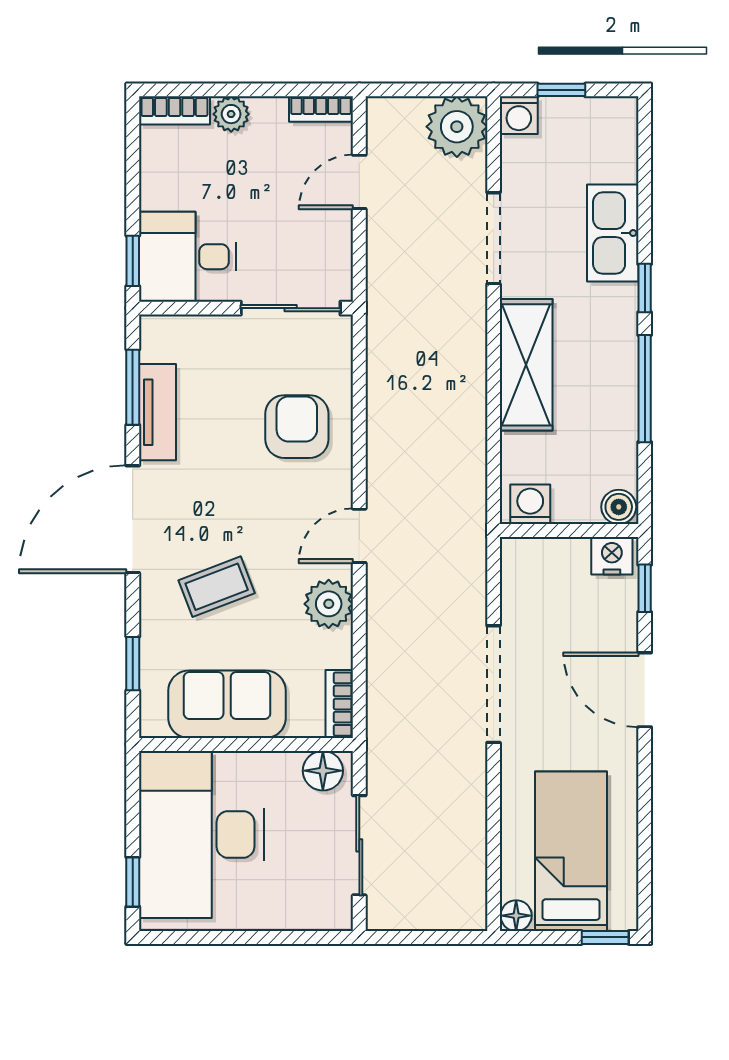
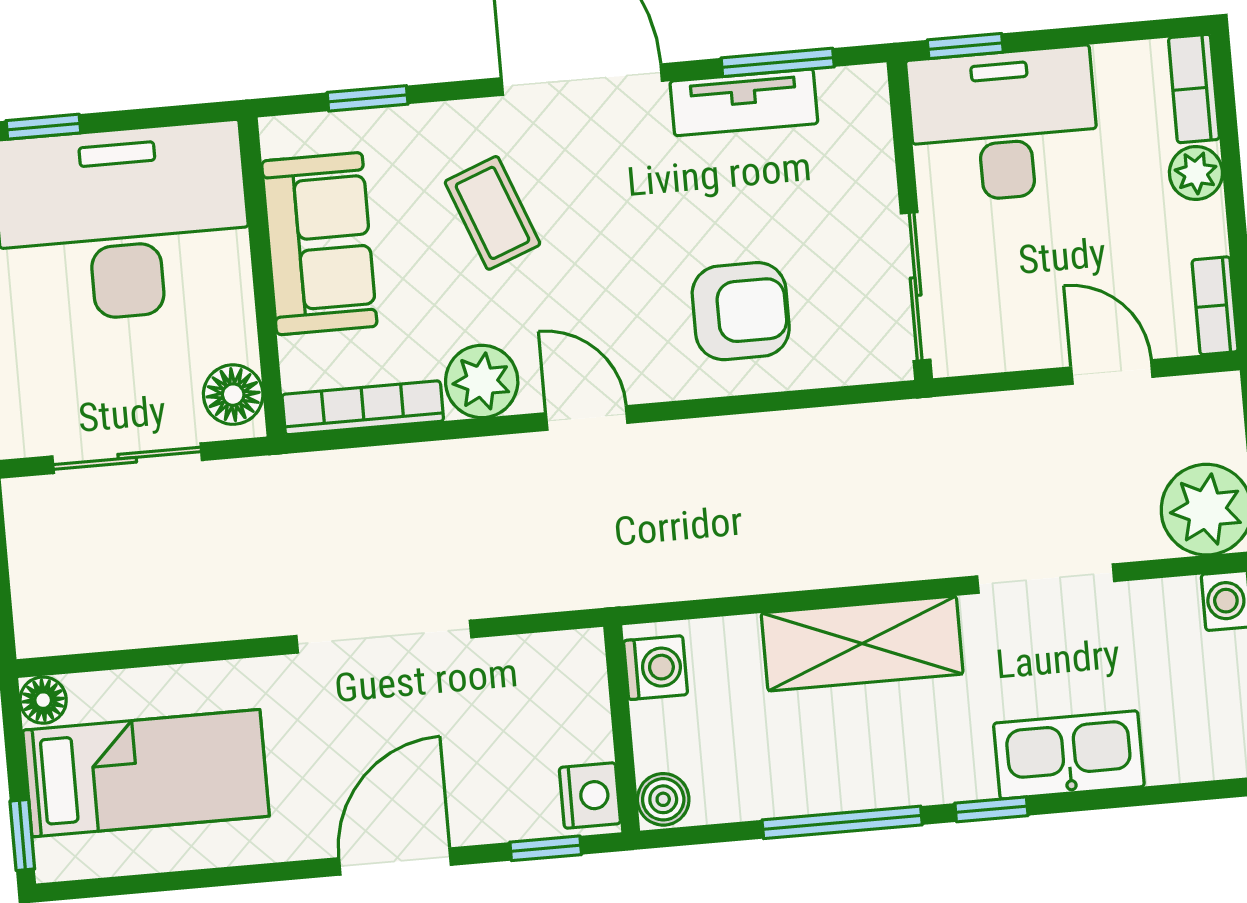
desk: (188, 257) -> (1004, 125), width x1.37
bookcase: (339, 704) -> (363, 408), width x1.56

